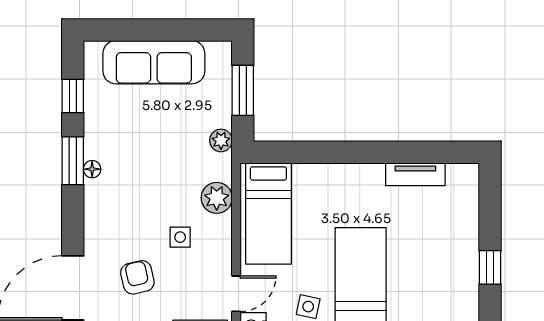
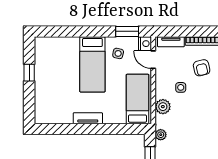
tv unit: (415, 174) -> (88, 118), moved
door: (236, 294) -> (153, 60), hinge flipped

